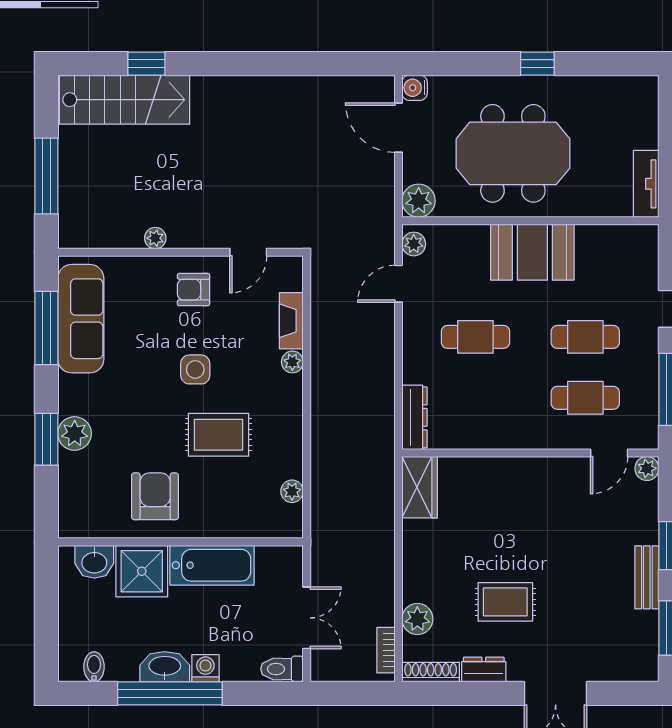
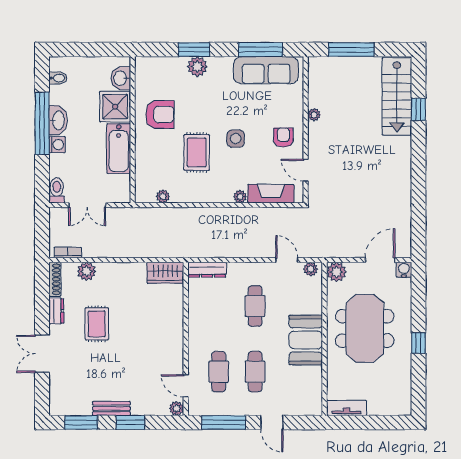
fireplace: (291, 321) -> (271, 194), width x1.37, depth x1.32

